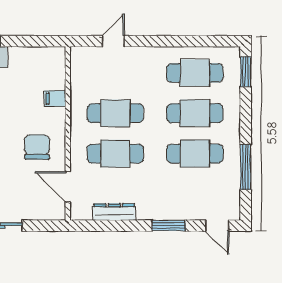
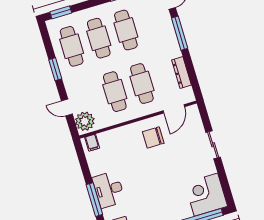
window: (170, 41) -> (55, 69), added
plant: (87, 60) -> (85, 121), added
filing cabinet: (55, 99) -> (92, 143), moved
window: (169, 226) -> (180, 33), width x1.44

